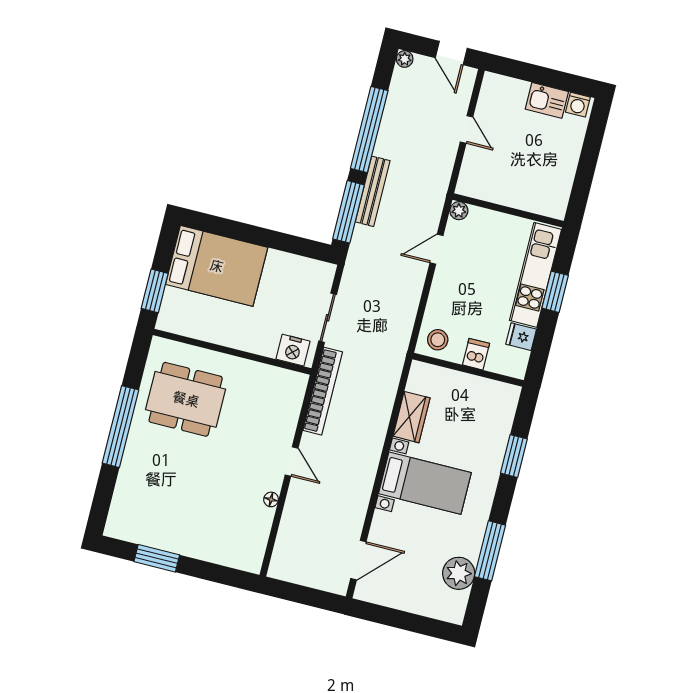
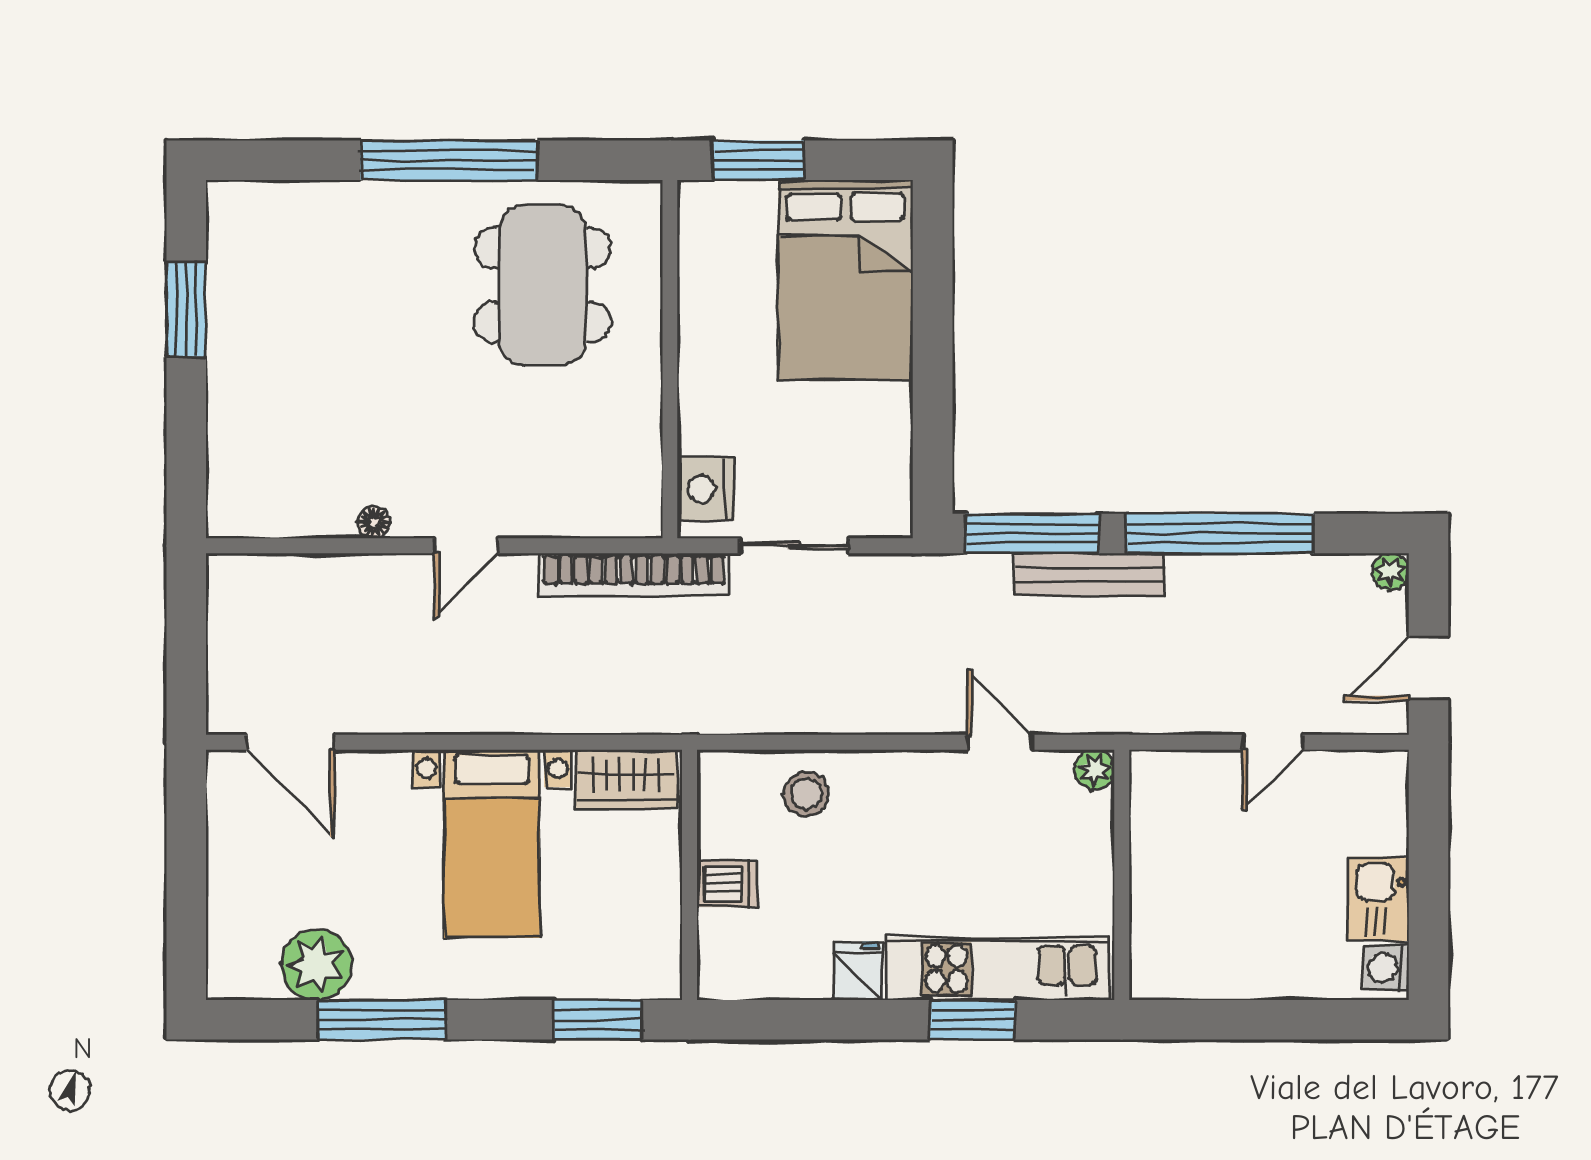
dishwasher: (476, 354) -> (727, 884), moved
wall: (468, 370) -> (690, 875), moved

